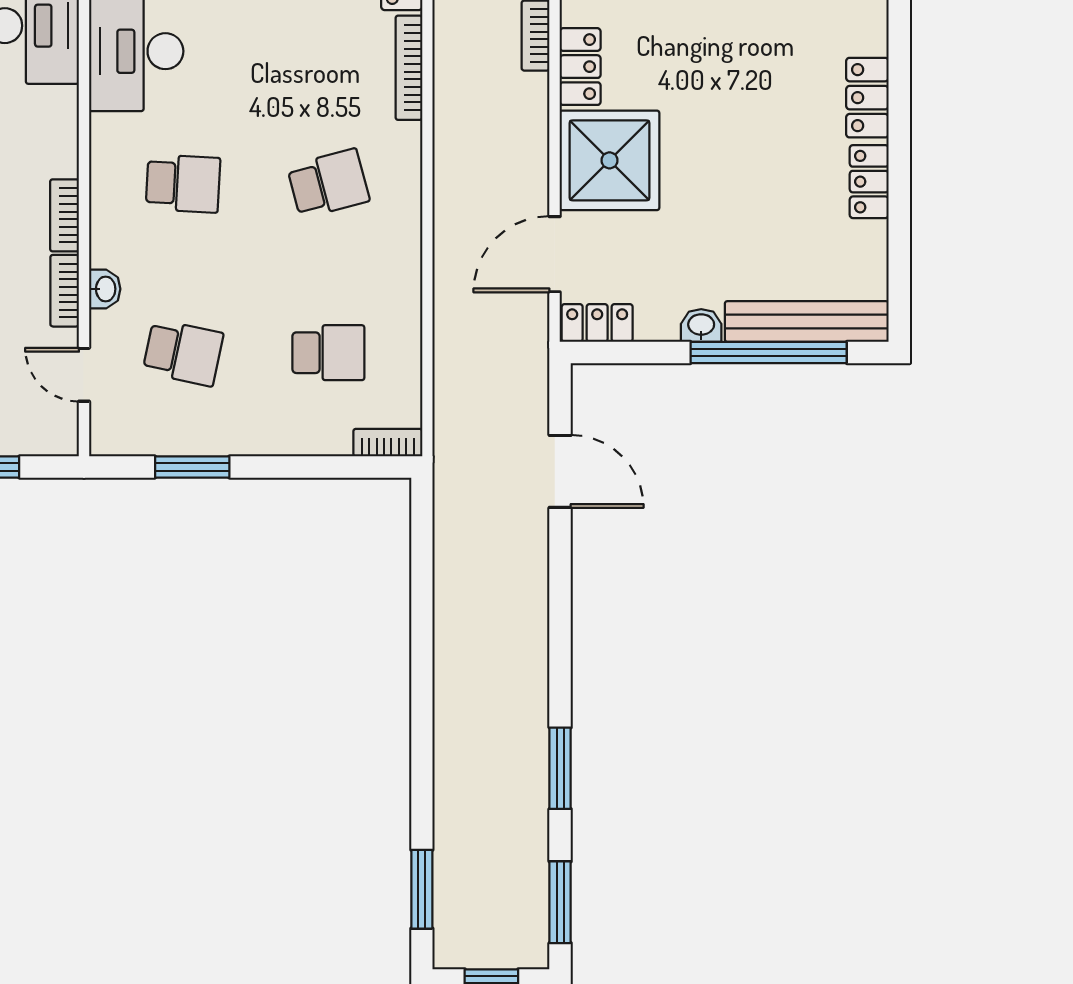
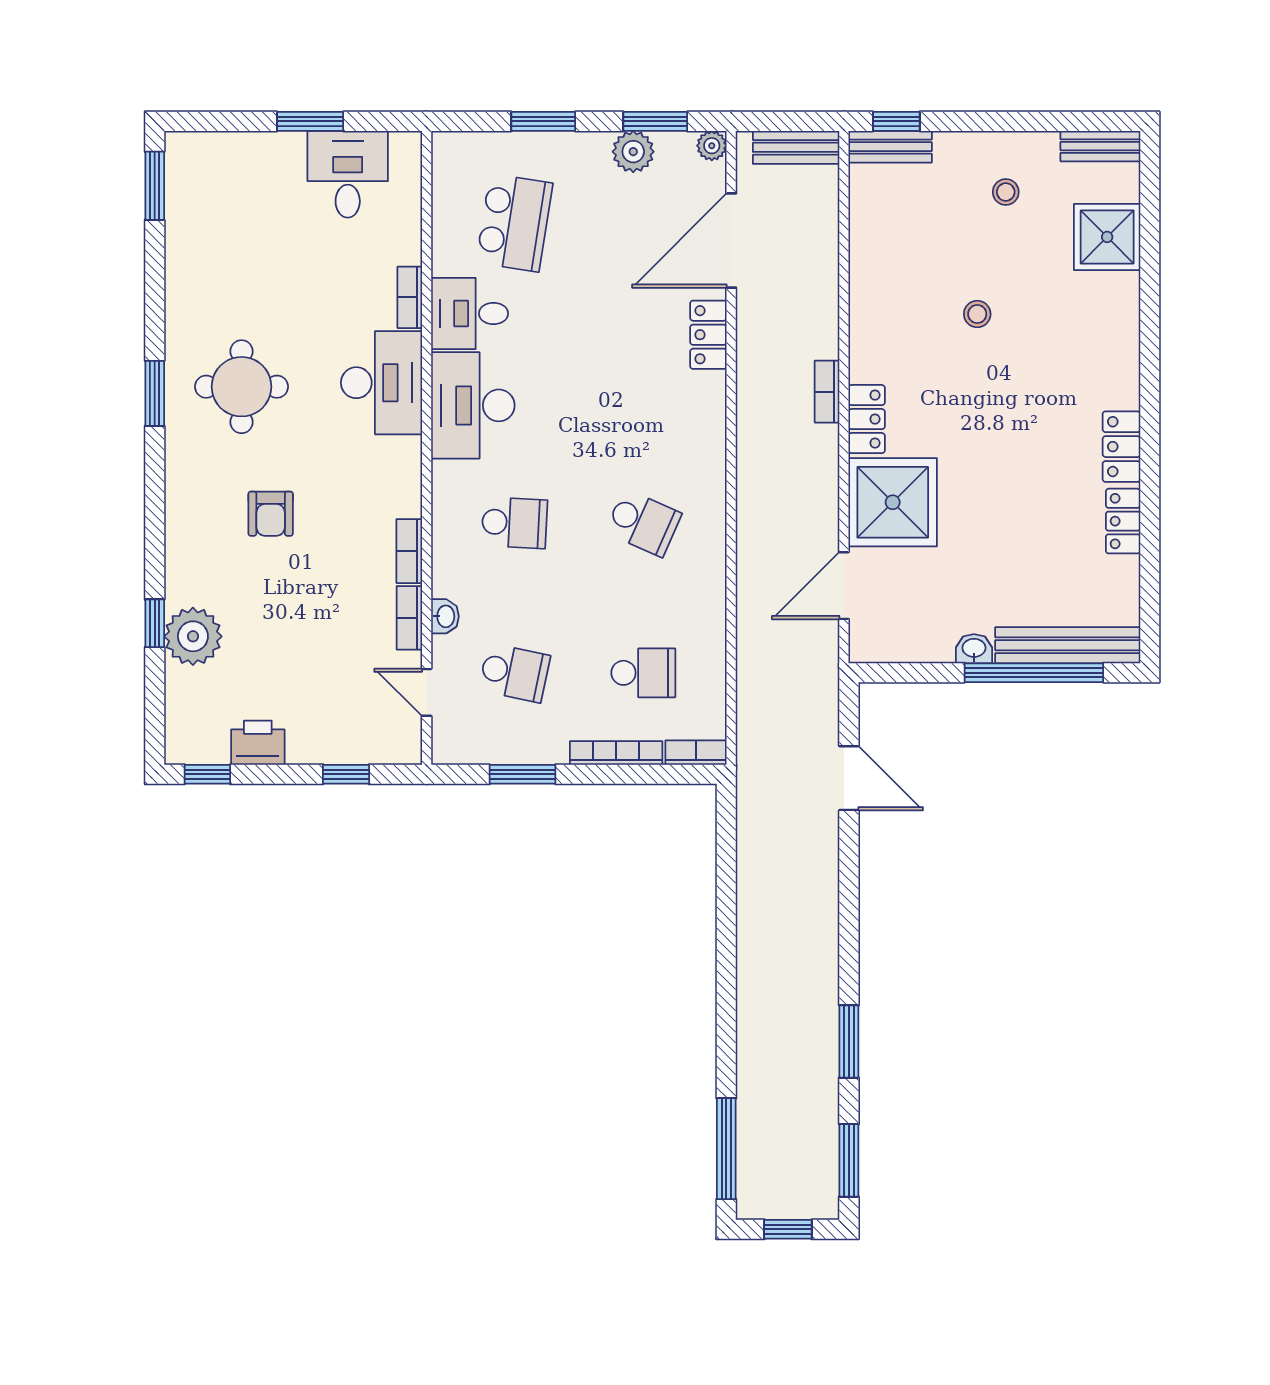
bookcase: (409, 68) -> (616, 753), moved, turned 90
school desk: (328, 184) -> (643, 523), turned 39
locker: (597, 323) -> (882, 646), removed
window: (422, 889) -> (726, 1149), width x1.44

